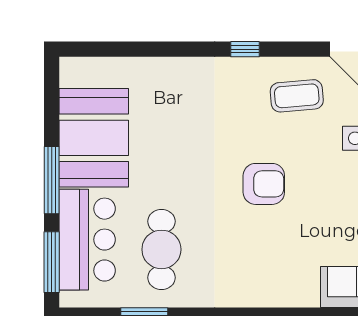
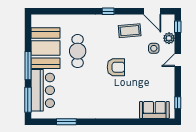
cafe table: (161, 249) -> (78, 51), moved

